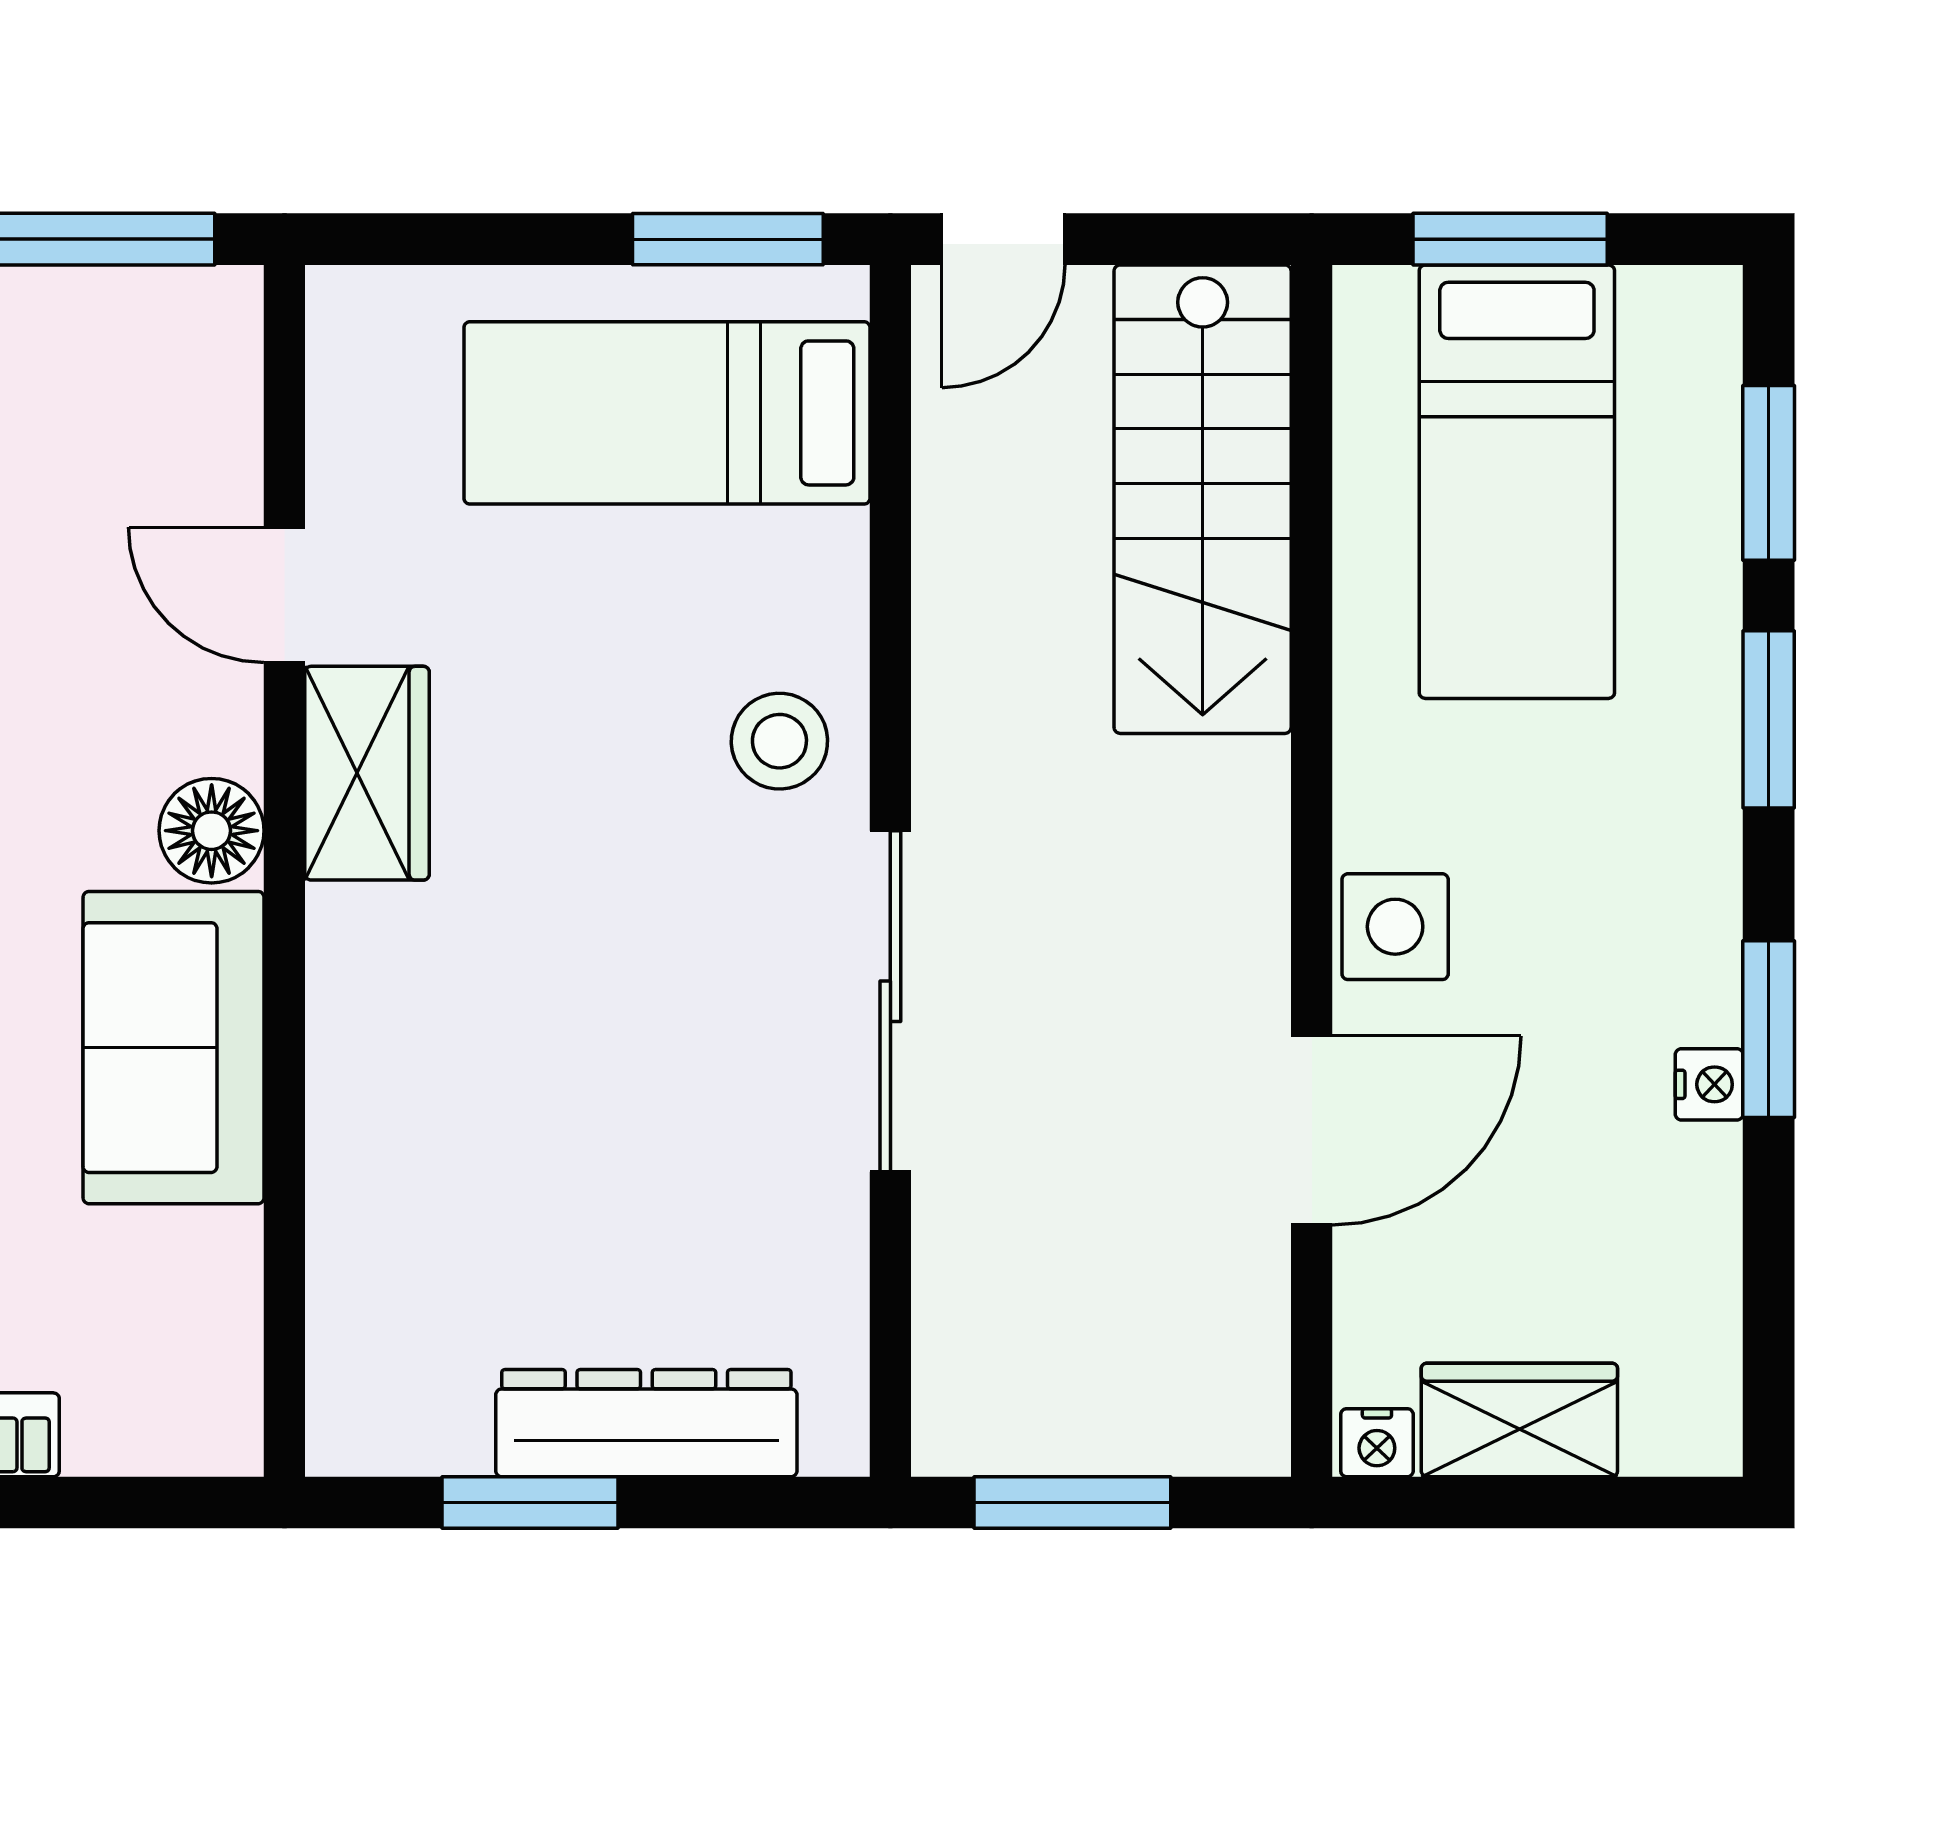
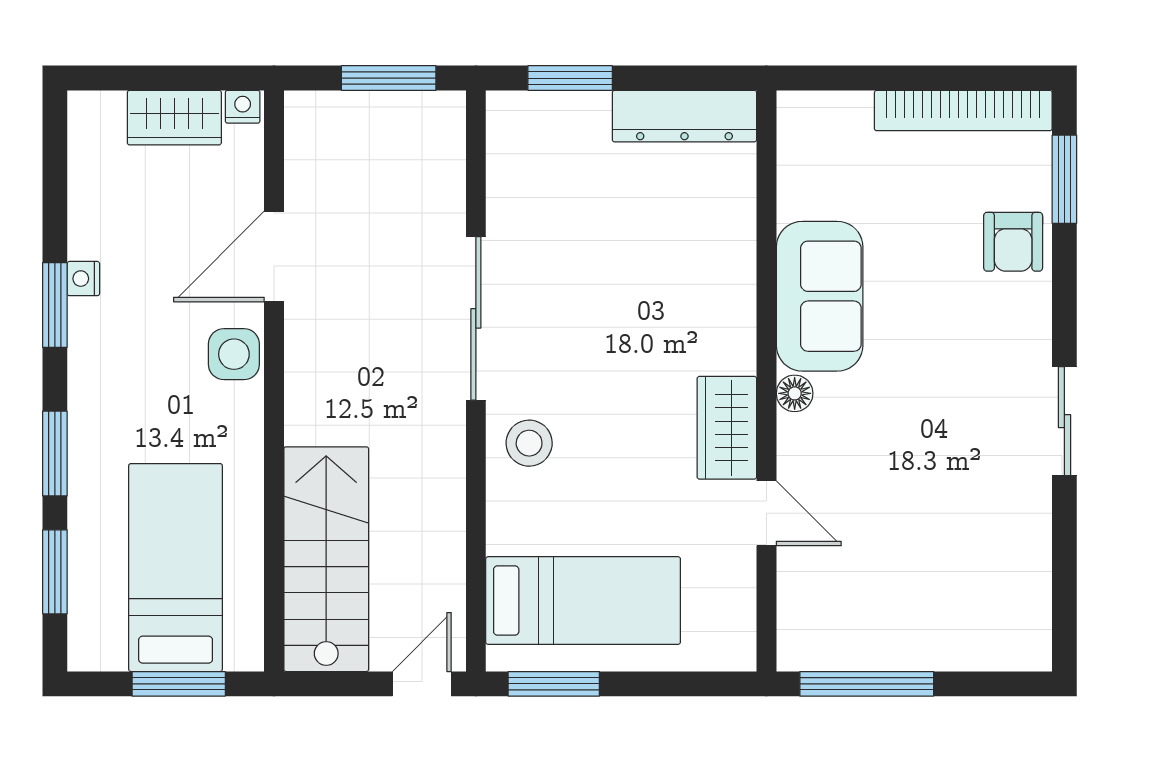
floor lamp: (212, 831) -> (795, 393), width x0.73, depth x0.73
dresser: (646, 1423) -> (684, 116), moved
window: (530, 1503) -> (570, 78), moved

